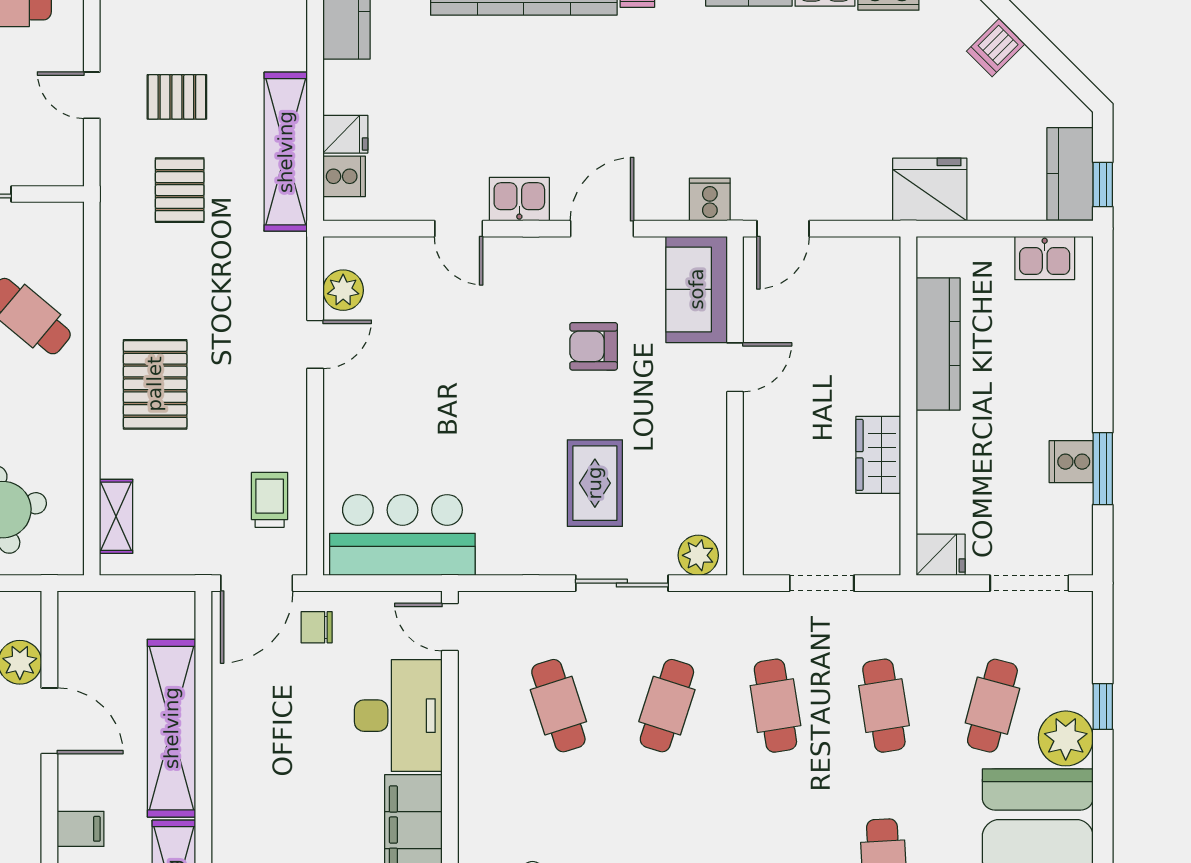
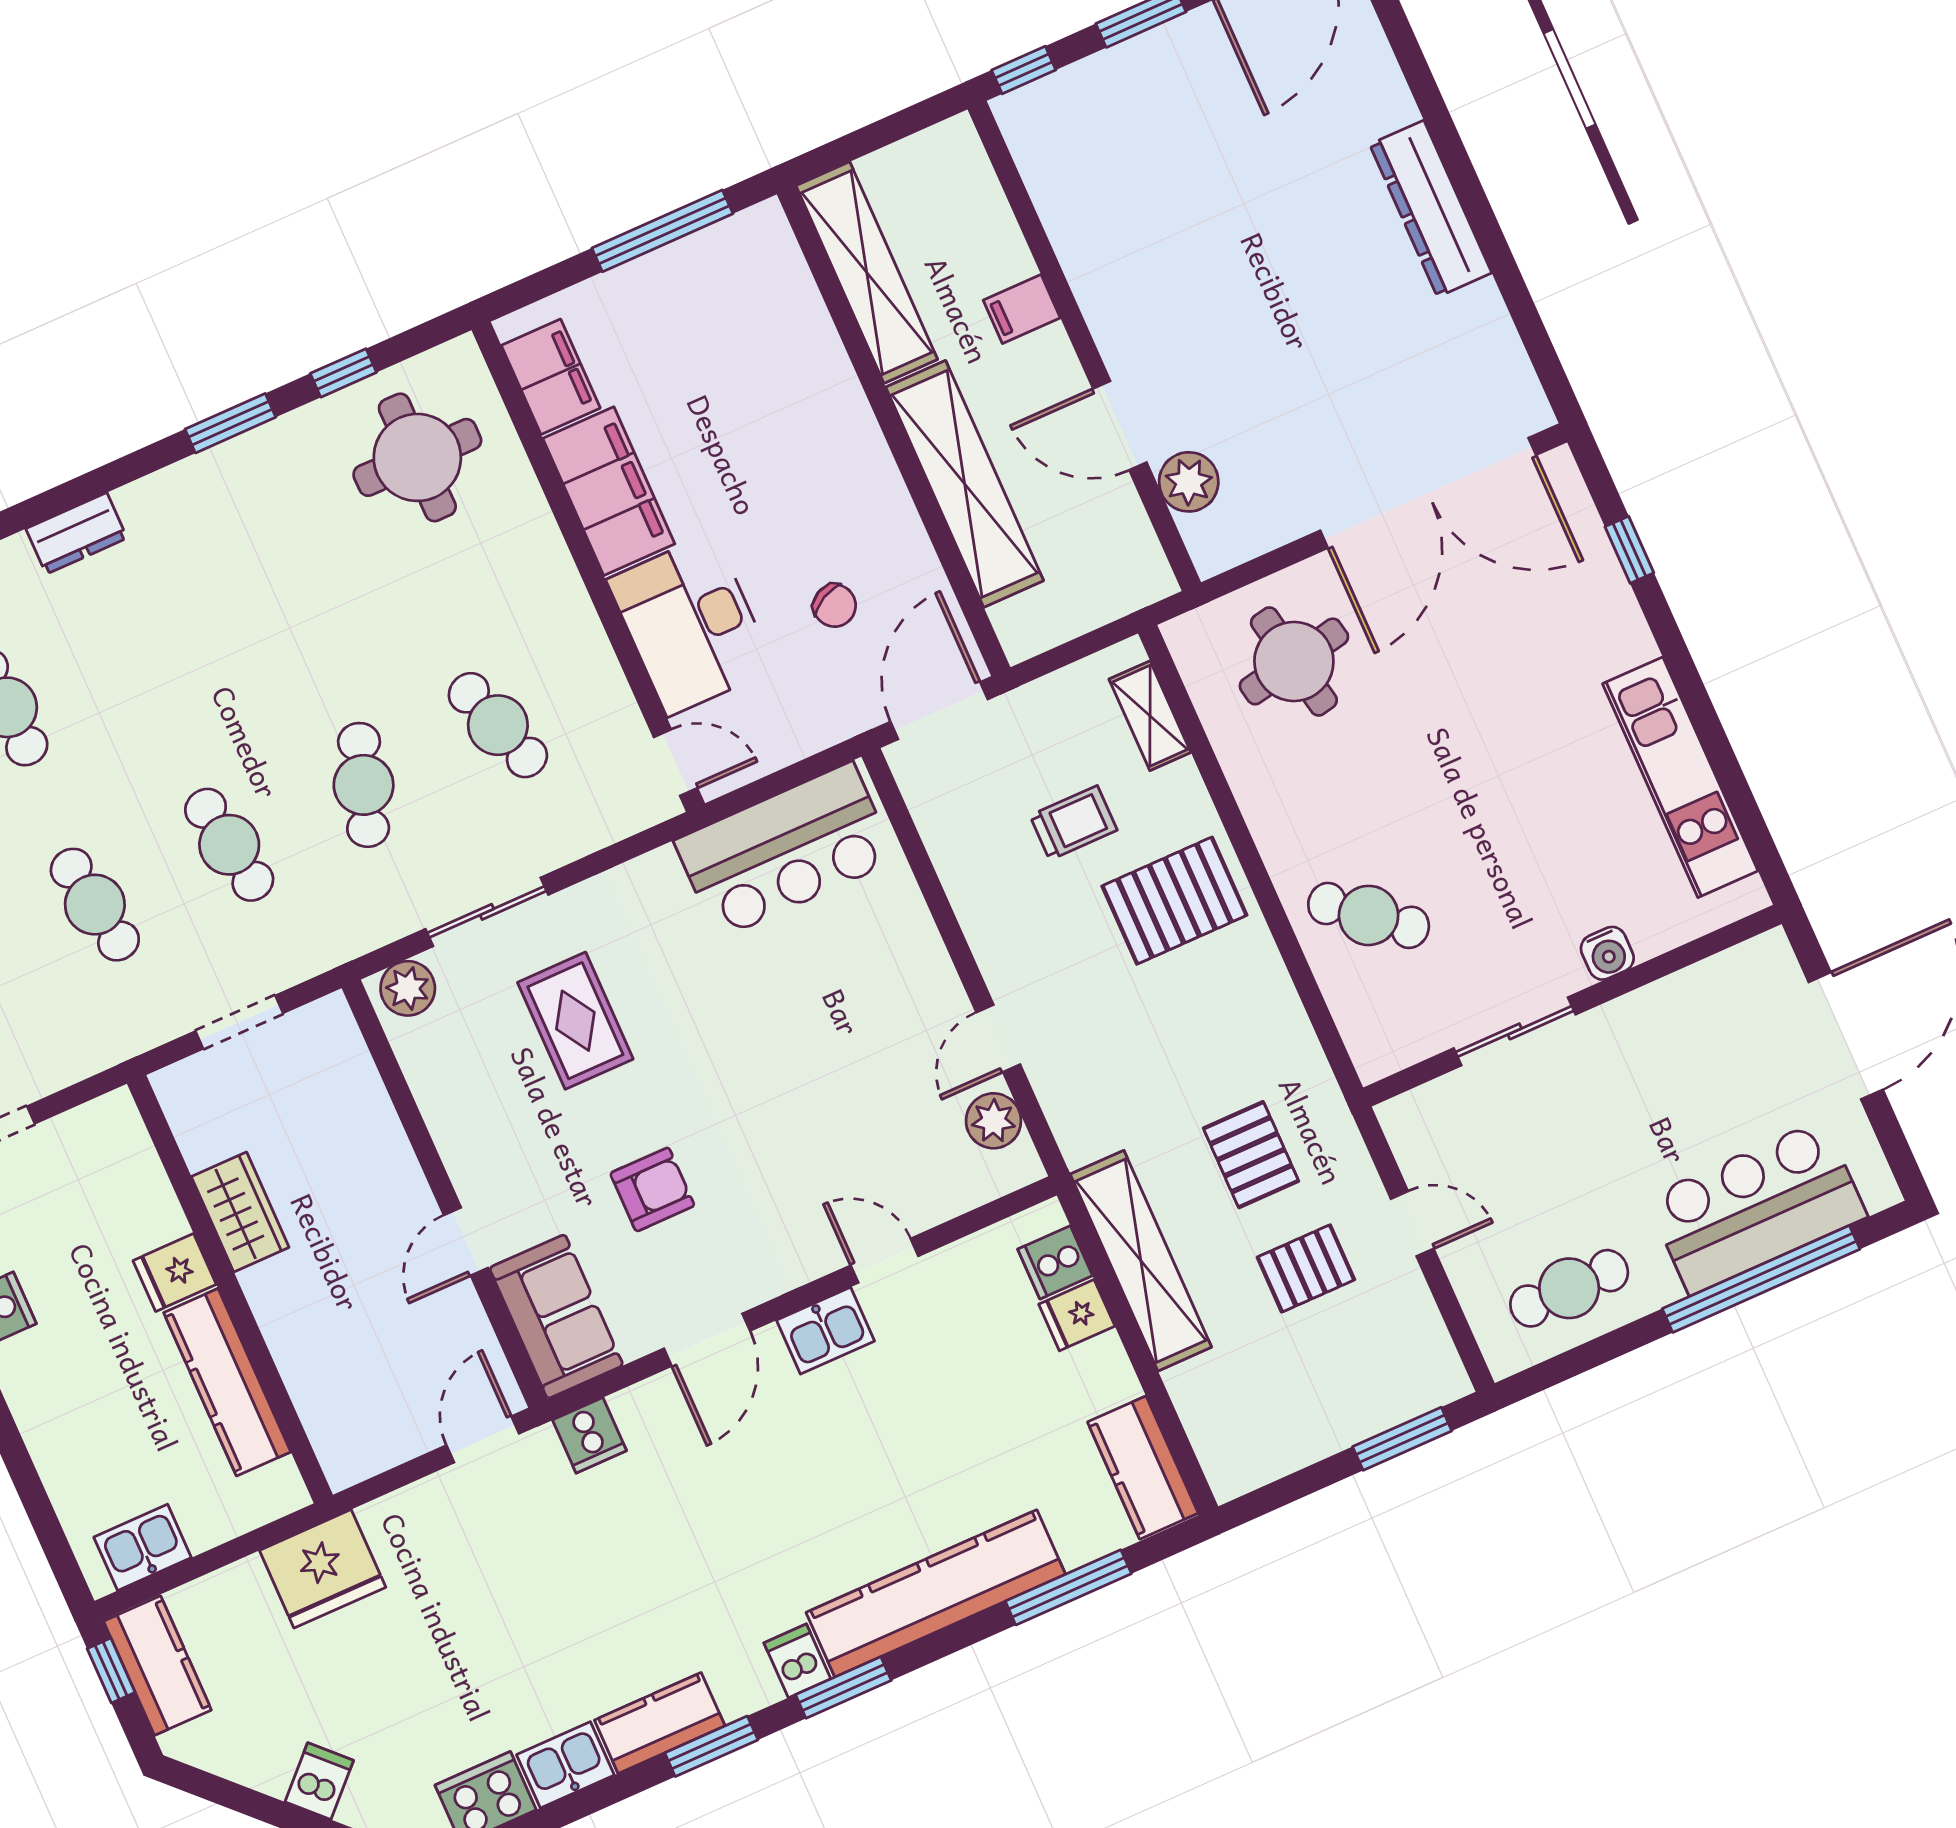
pallet: (155, 384) -> (1174, 901), turned 90
trolley: (270, 500) -> (1074, 823), moved, turned -90
fridge: (941, 555) -> (175, 1273), moved
chair: (317, 627) -> (835, 606), moved, turned 63

